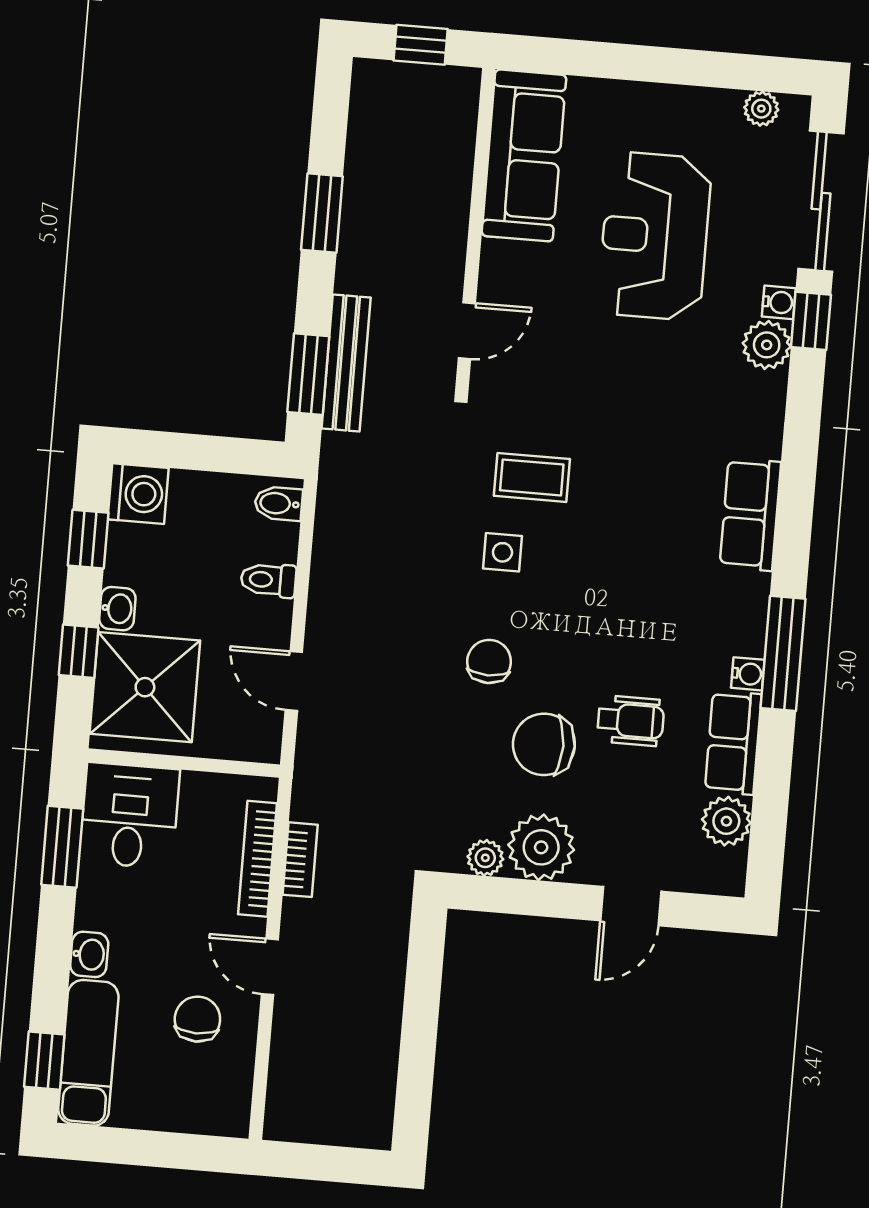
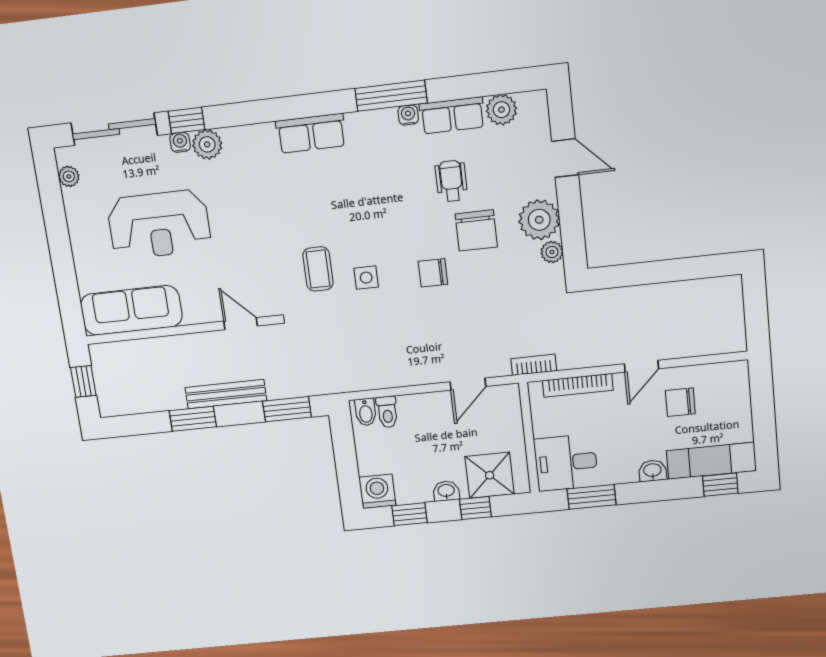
bench: (346, 363) -> (226, 394), moved
toilet: (268, 580) -> (387, 412), moved
shower: (145, 687) -> (490, 475), width x0.73, depth x0.73
bookcase: (300, 860) -> (534, 365), moved

